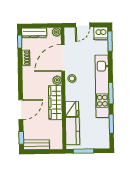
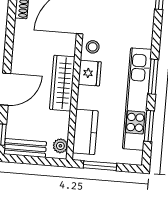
plant: (57, 80) -> (60, 146), moved
kitchen unit: (102, 86) -> (137, 99), moved
fridge: (72, 109) -> (90, 73), moved

